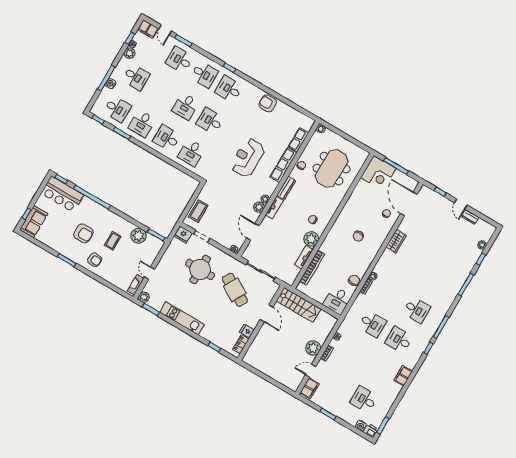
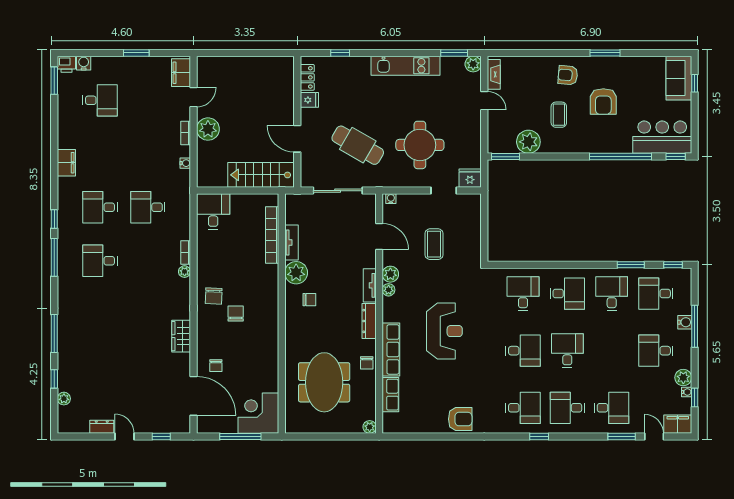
coffee table: (198, 211) -> (434, 244), moved
armchair: (83, 233) -> (603, 102), turned -90
chair: (354, 280) -> (214, 296), moved
desk: (399, 340) -> (100, 207), turned 180

